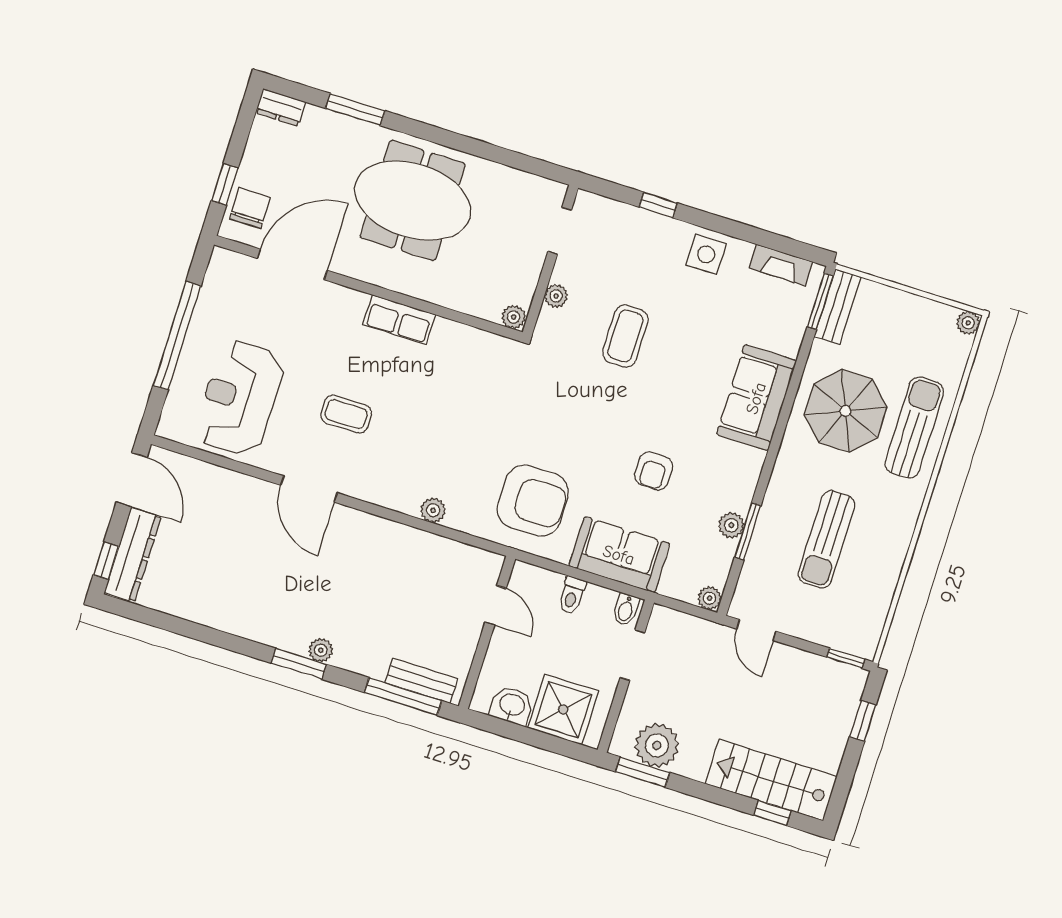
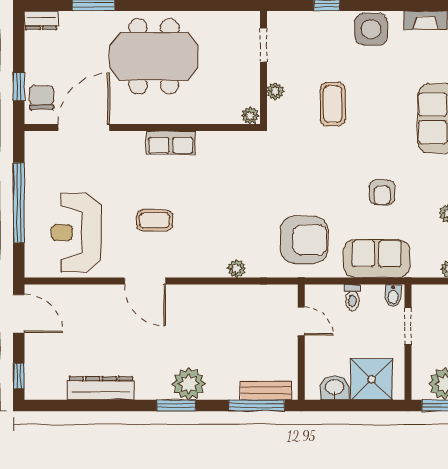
side table: (706, 254) -> (371, 29), width x1.37, depth x1.37
dresser: (133, 555) -> (101, 388), moved, turned -90
plant: (321, 650) -> (189, 384), width x1.87, depth x1.87

